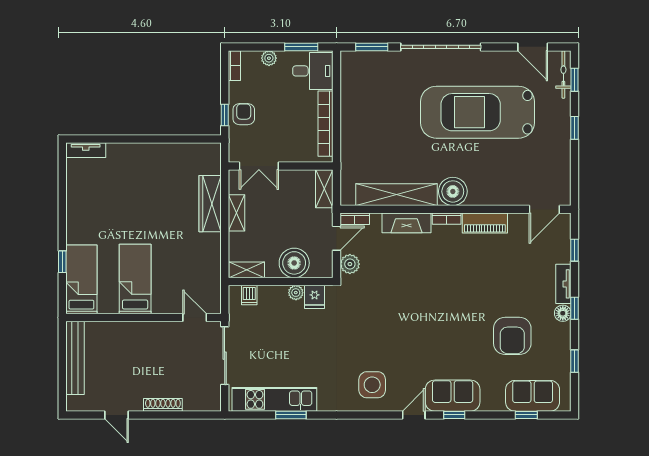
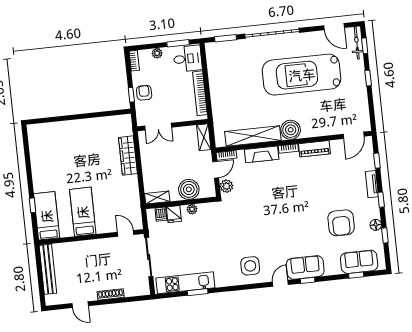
tv unit: (86, 150) -> (40, 128), removed
shelving: (236, 213) -> (146, 160), removed
fridge: (315, 297) -> (174, 214), moved
floor lamp: (563, 313) -> (376, 225), moved

